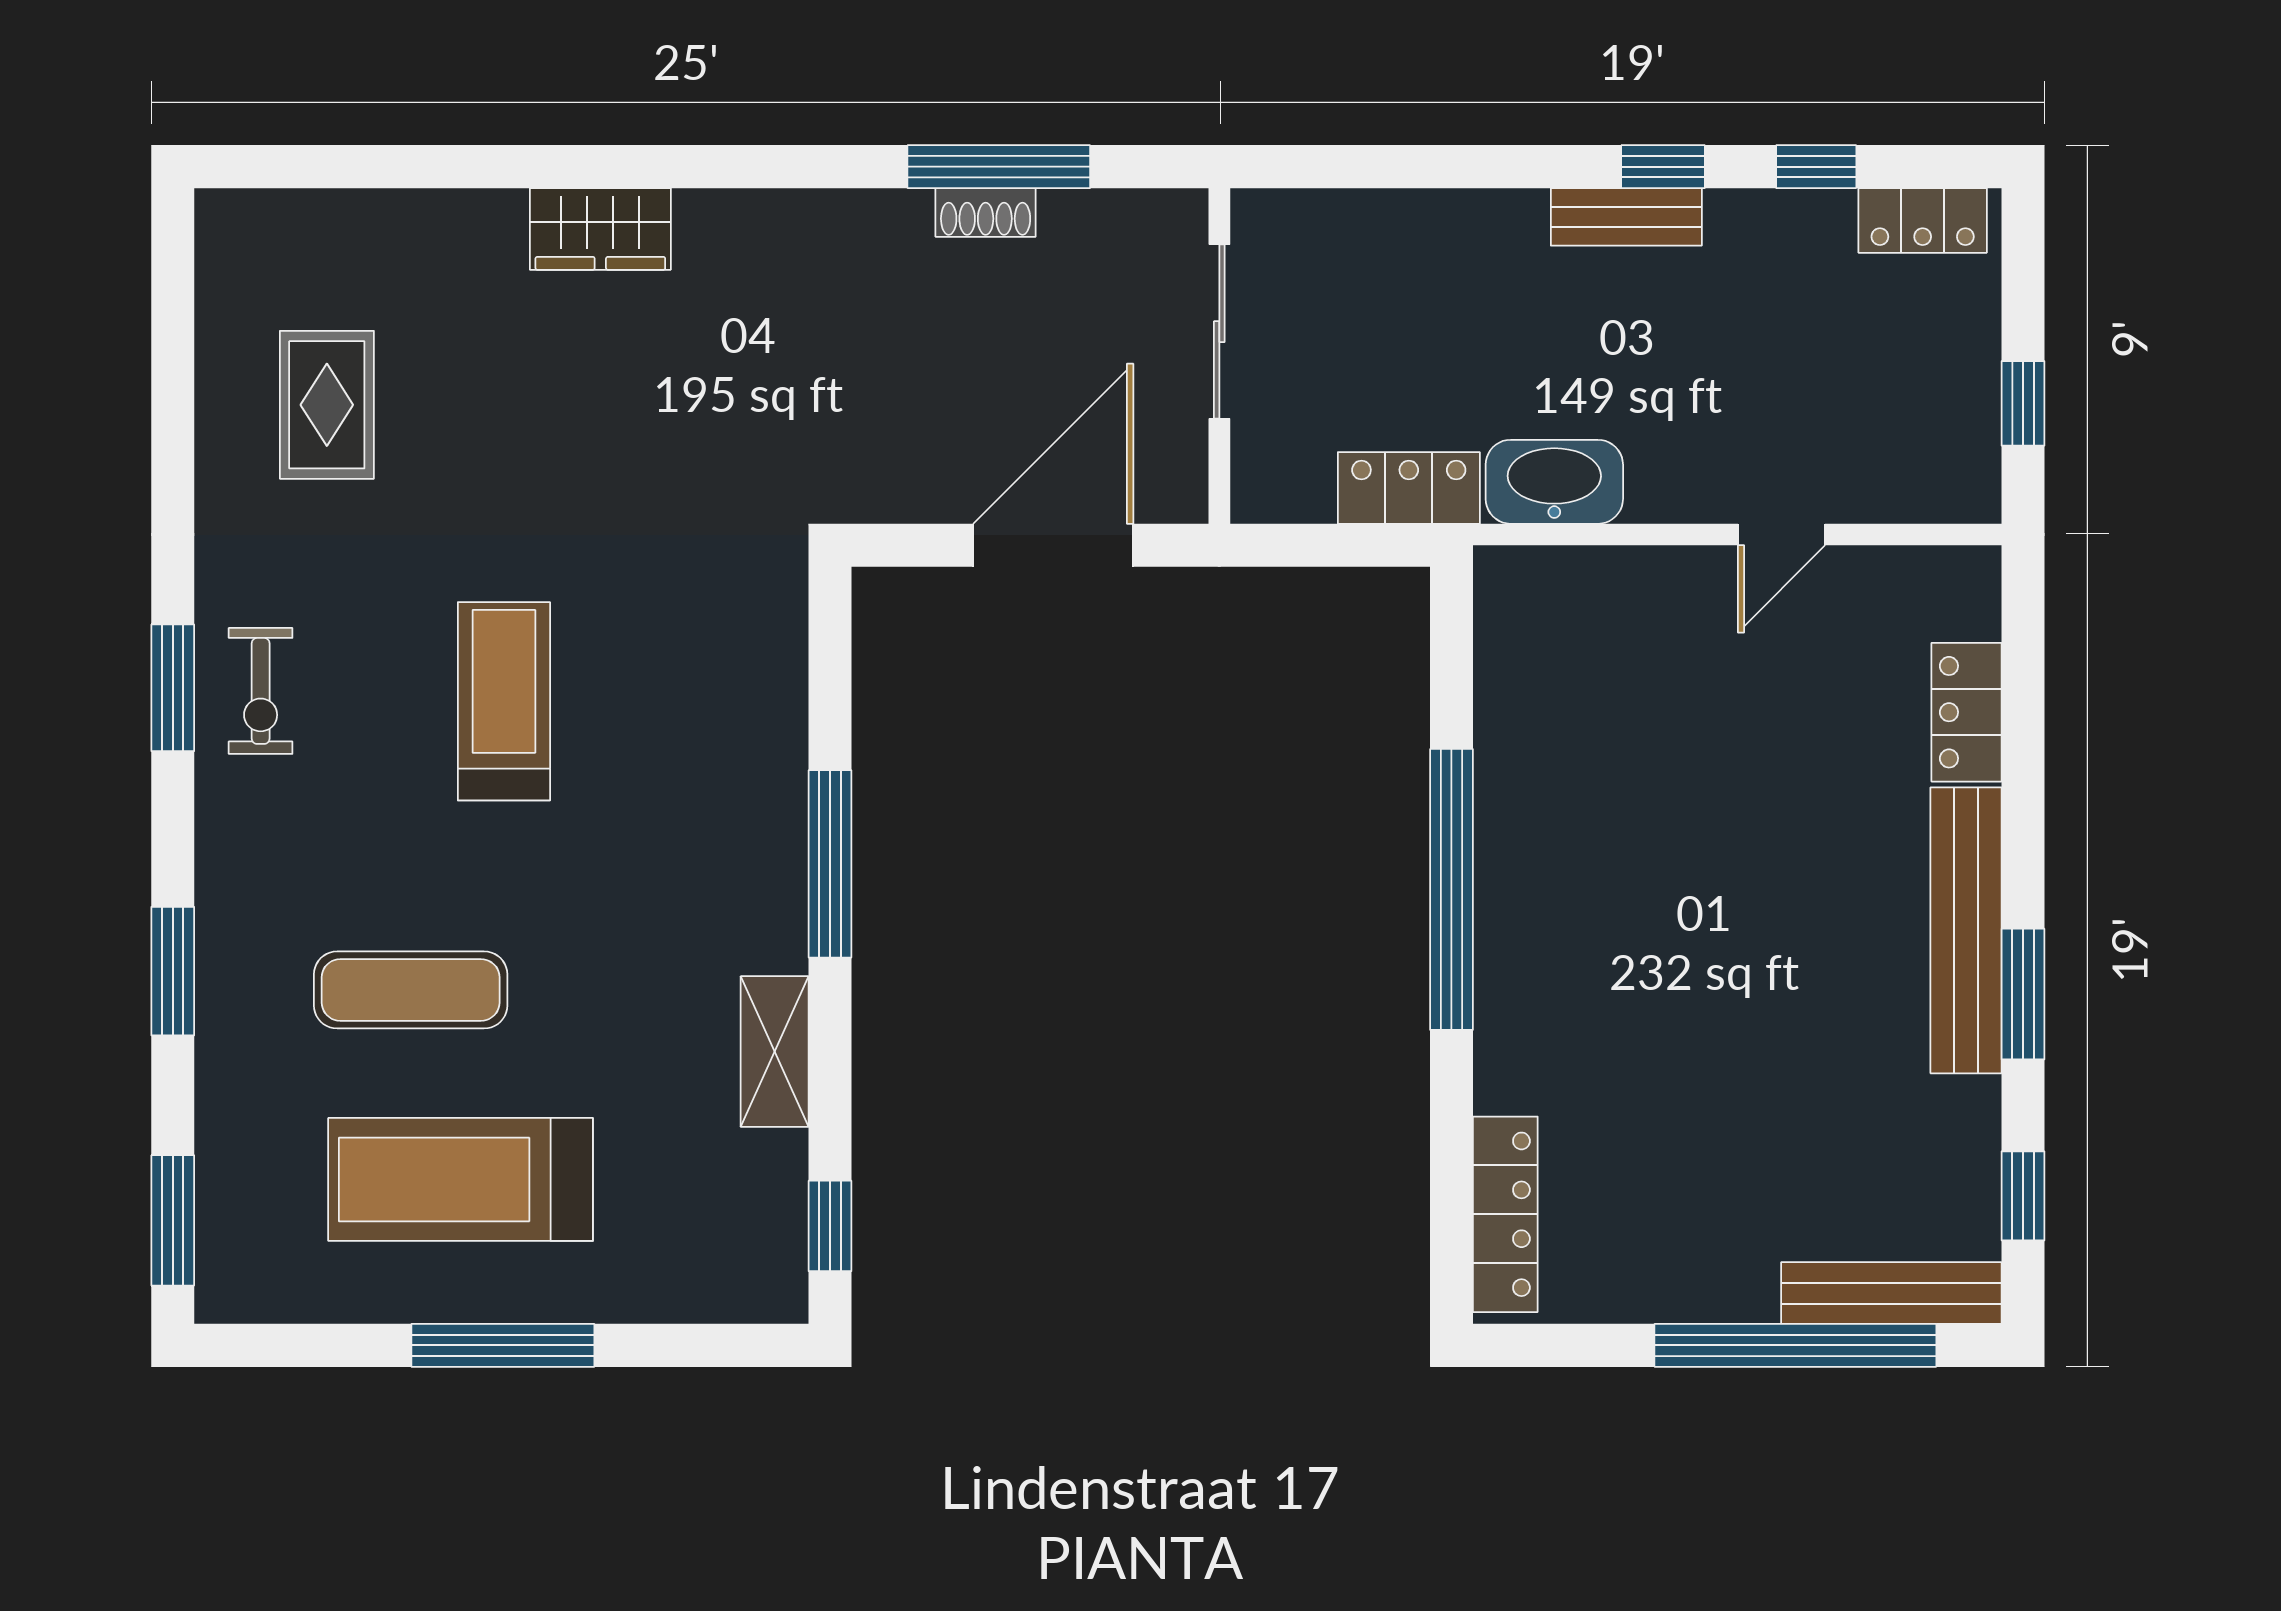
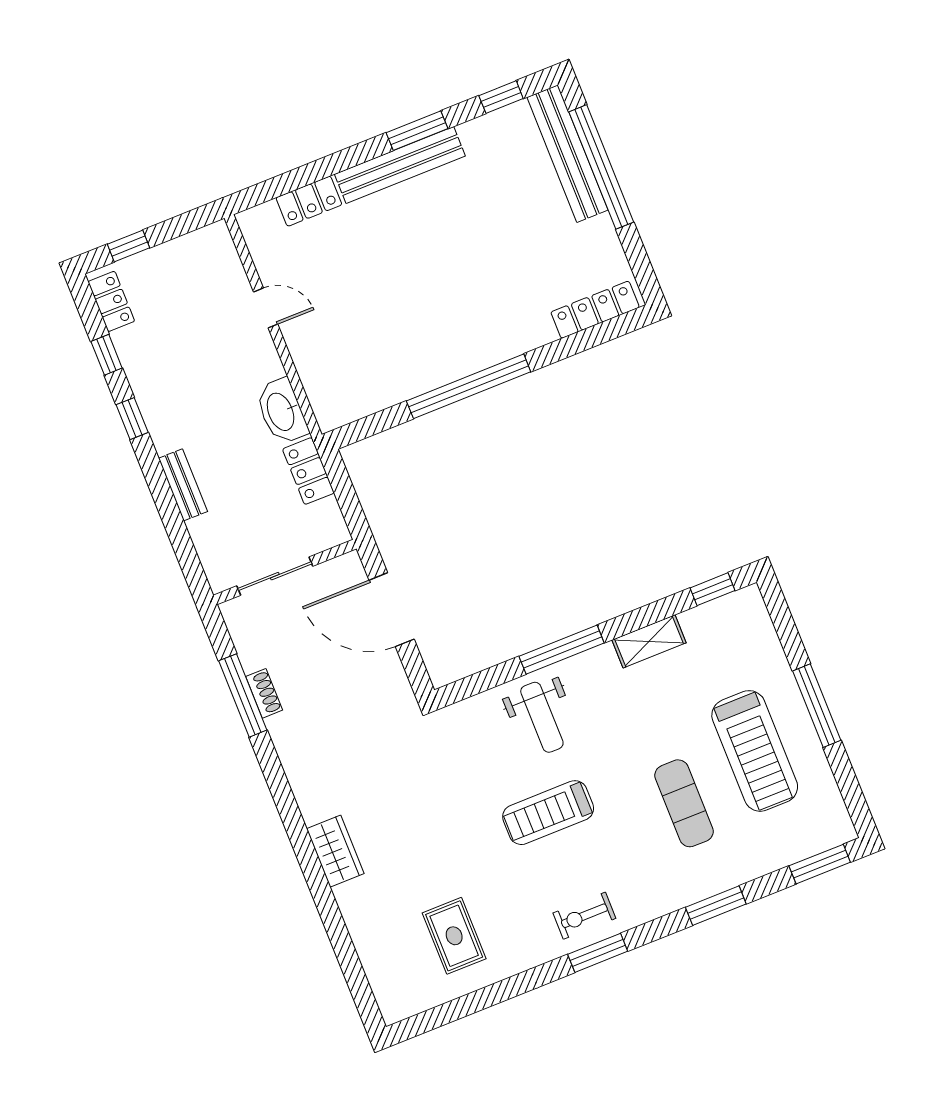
bench: (1626, 217) -> (183, 485), moved
window: (2023, 403) -> (129, 246), moved
rug: (327, 405) -> (454, 936), turned 90
exercise bike: (261, 691) -> (584, 916), turned 180
weight bench: (706, 767) -> (542, 717), added
bench: (1891, 1293) -> (567, 154), width x1.37, depth x1.21

